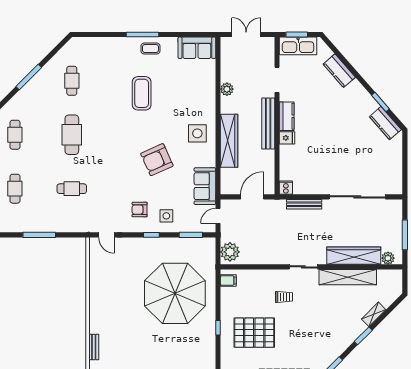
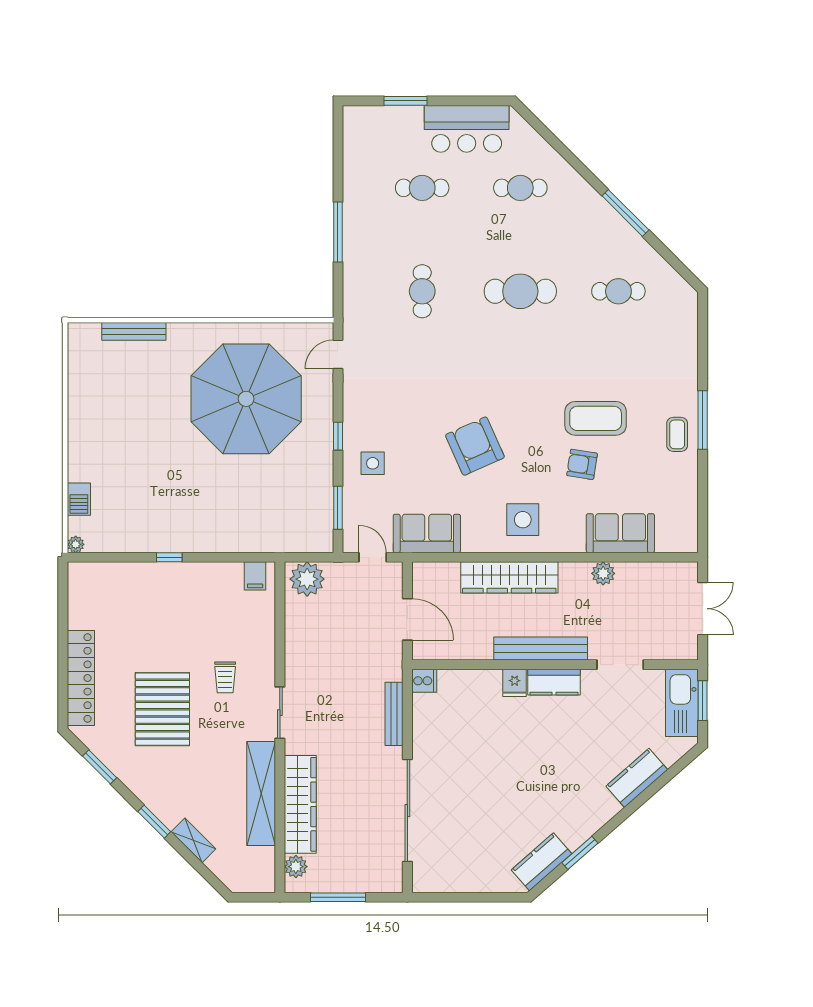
sofa: (197, 48) -> (620, 533), moved, turned 90
armchair: (140, 210) -> (582, 464), moved, turned -81
parasol: (175, 293) -> (246, 399), moved
pallet: (254, 333) -> (162, 709), moved
bench: (94, 347) -> (134, 331), width x1.36

